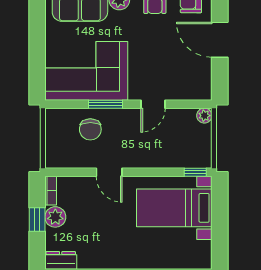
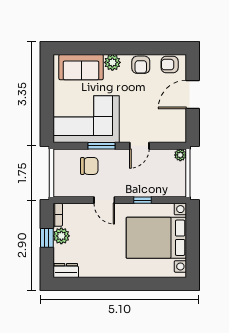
door: (220, 40) -> (193, 94), hinge flipped
chair: (90, 129) -> (89, 166), turned -90
window: (195, 172) -> (143, 200), moved
bed with nightstands: (174, 208) -> (156, 238), width x1.36

